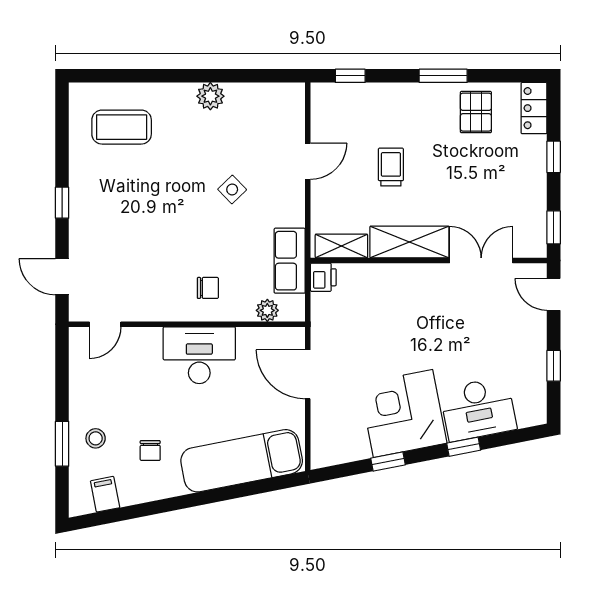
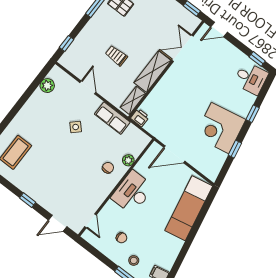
plant: (210, 96) -> (47, 86), moved
row of seats: (290, 261) -> (112, 118), moved
plant: (267, 310) -> (128, 160), moved
window: (554, 366) -> (257, 59), moved
desk: (478, 409) -> (251, 78), moved, width x0.73
chair: (150, 450) -> (122, 238), moved

